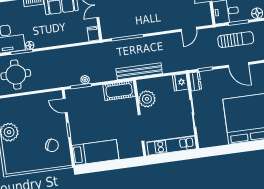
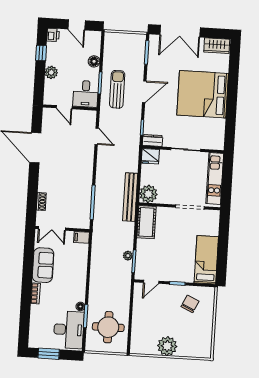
plant: (147, 99) -> (148, 194), moved

